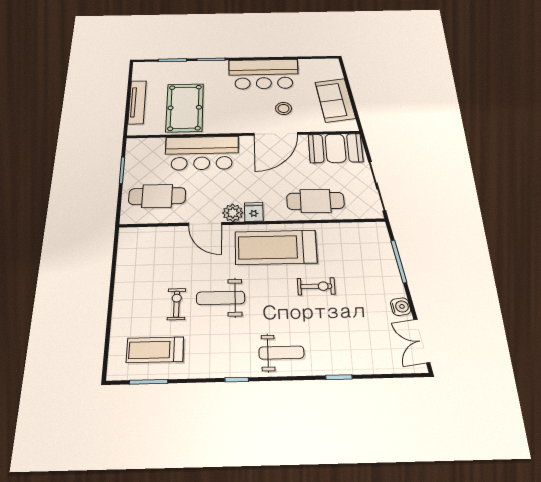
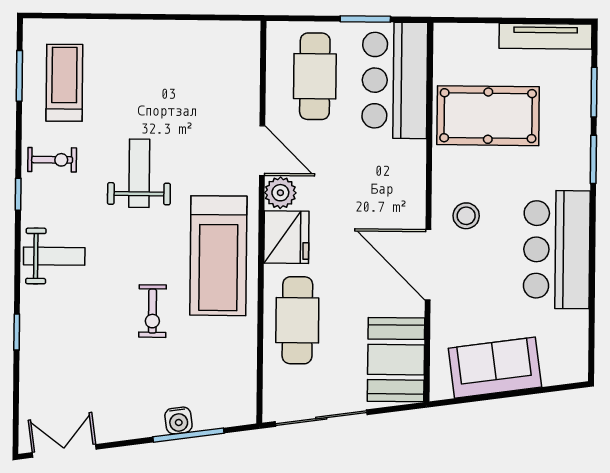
tv unit: (137, 102) -> (545, 36), moved
stool: (283, 108) -> (466, 216), moved
bar counter: (202, 153) -> (395, 80), moved
fridge: (254, 212) -> (286, 237), width x1.88, depth x1.34
door: (205, 224) -> (262, 151), swing flipped
treadmill: (276, 247) -> (218, 256), turned 180
exercise bike: (176, 304) -> (52, 160), moved
water cooler: (401, 307) -> (178, 420), moved
weight bench: (281, 353) -> (54, 256), turned -90

